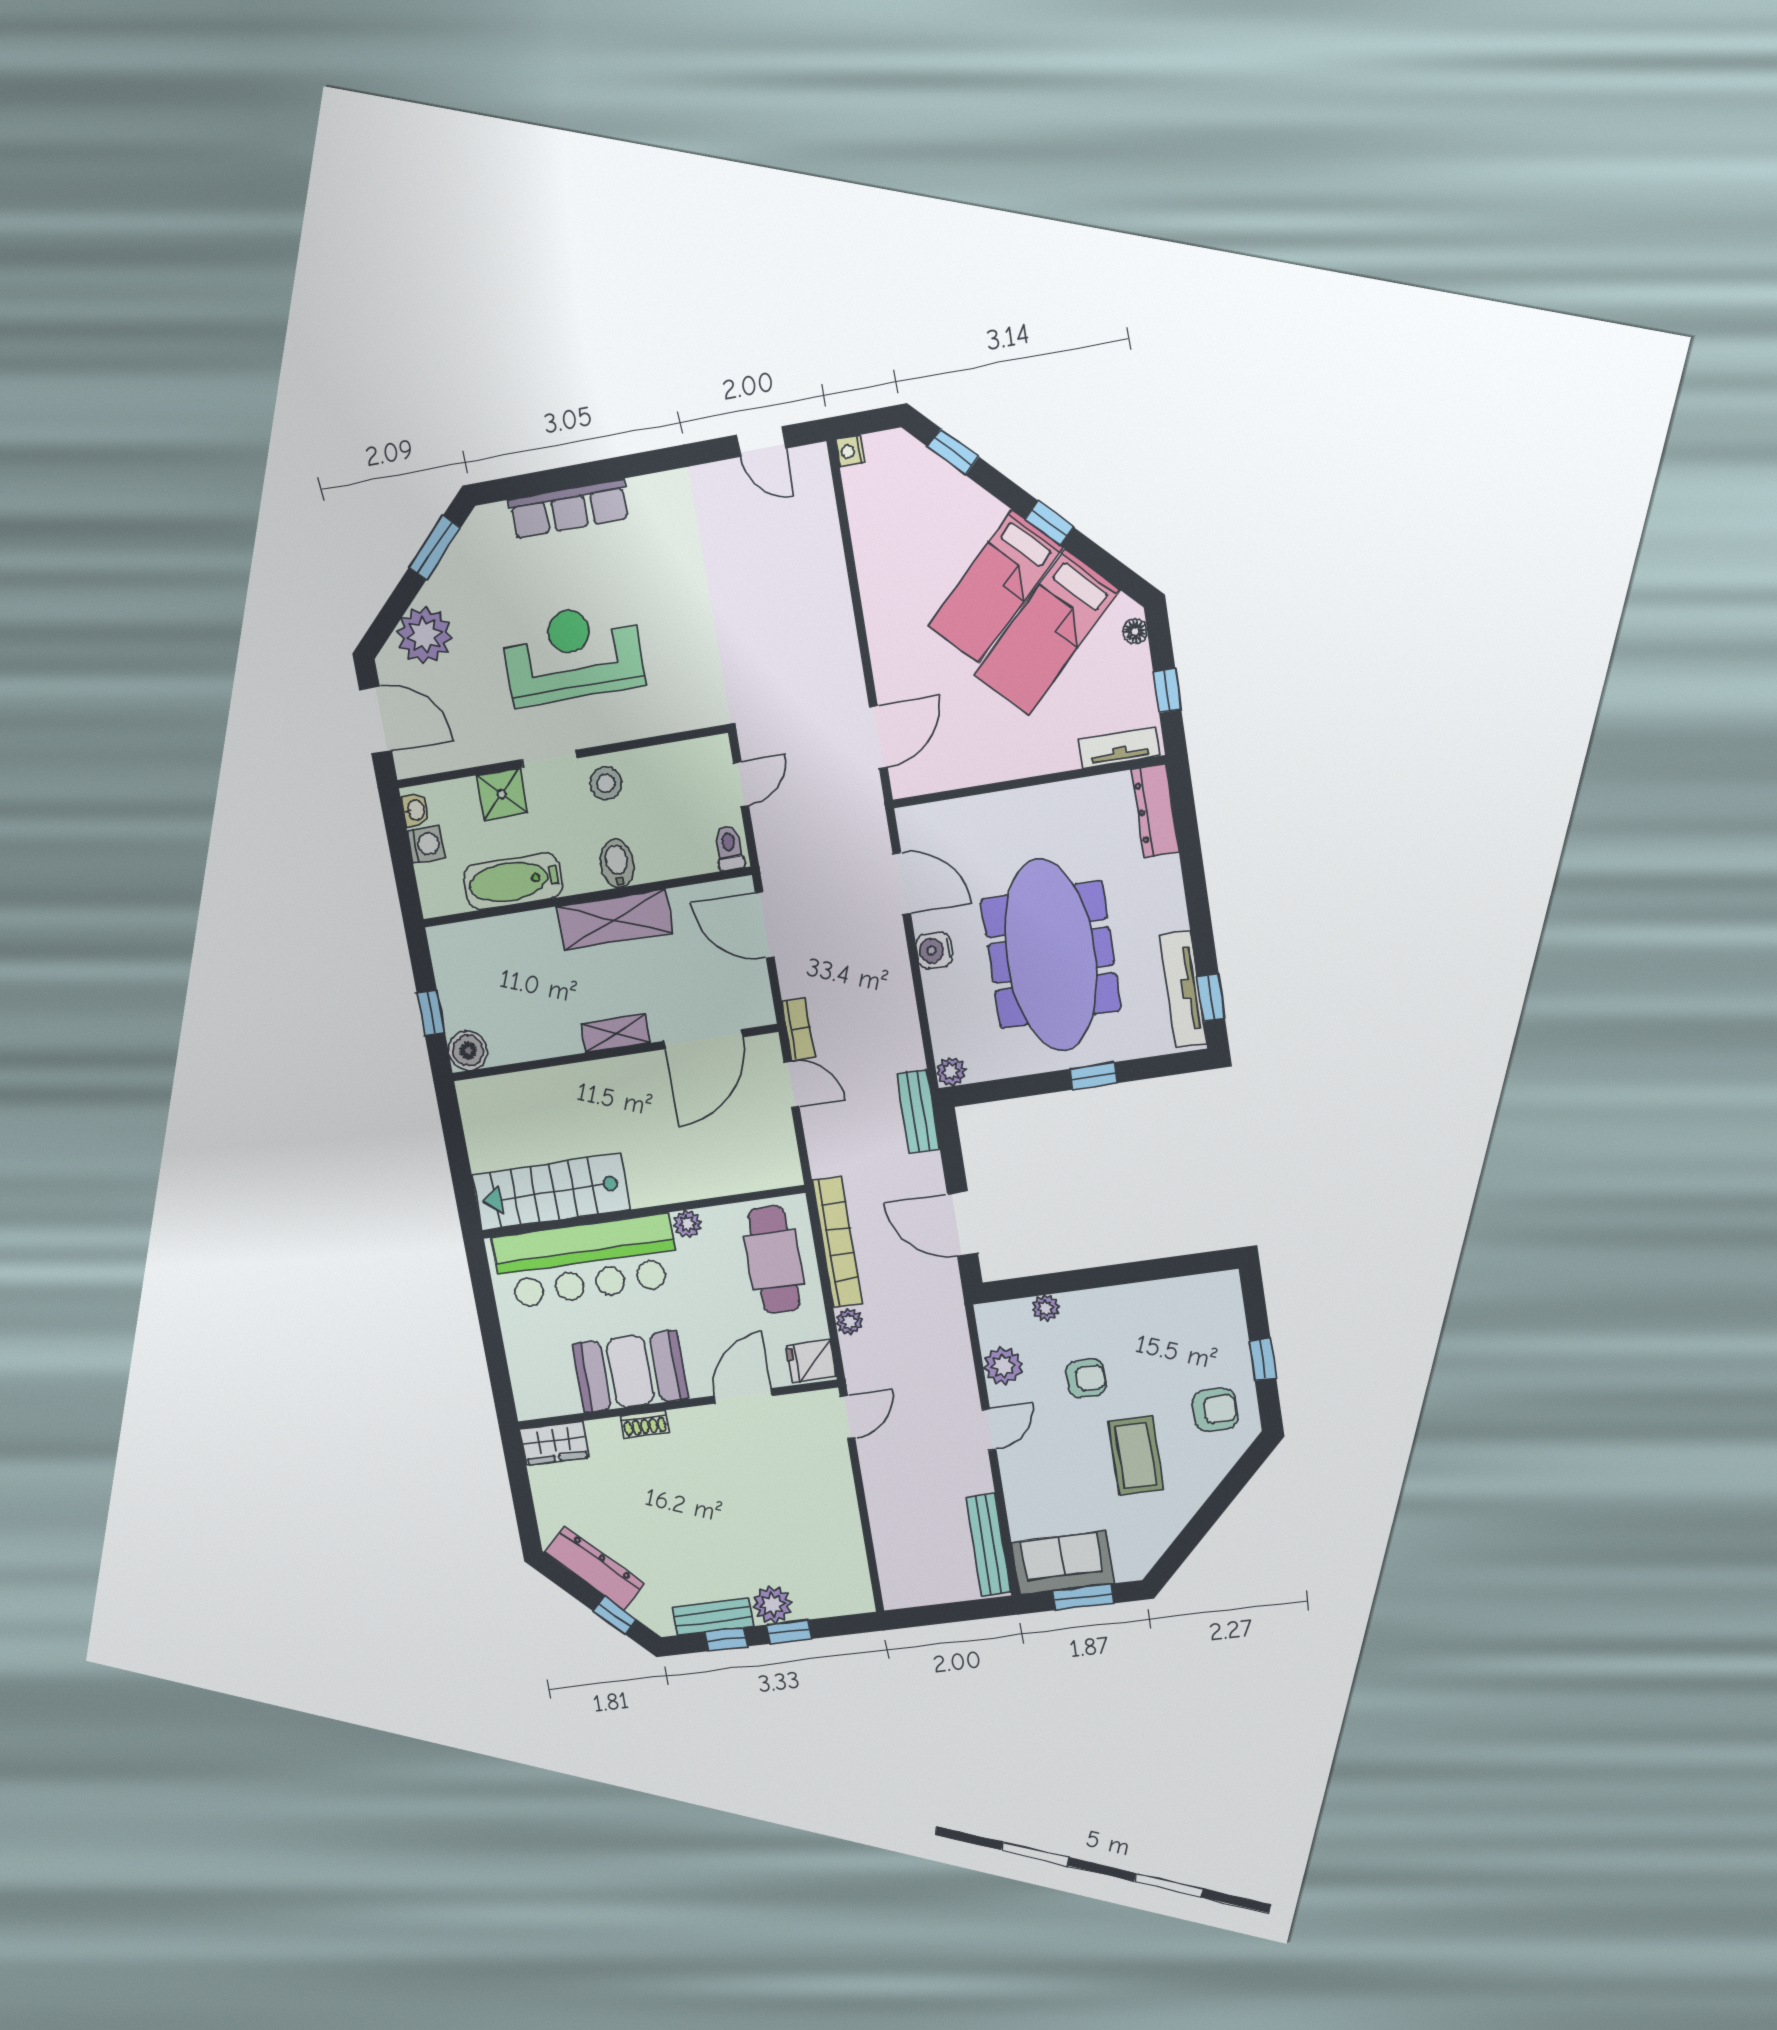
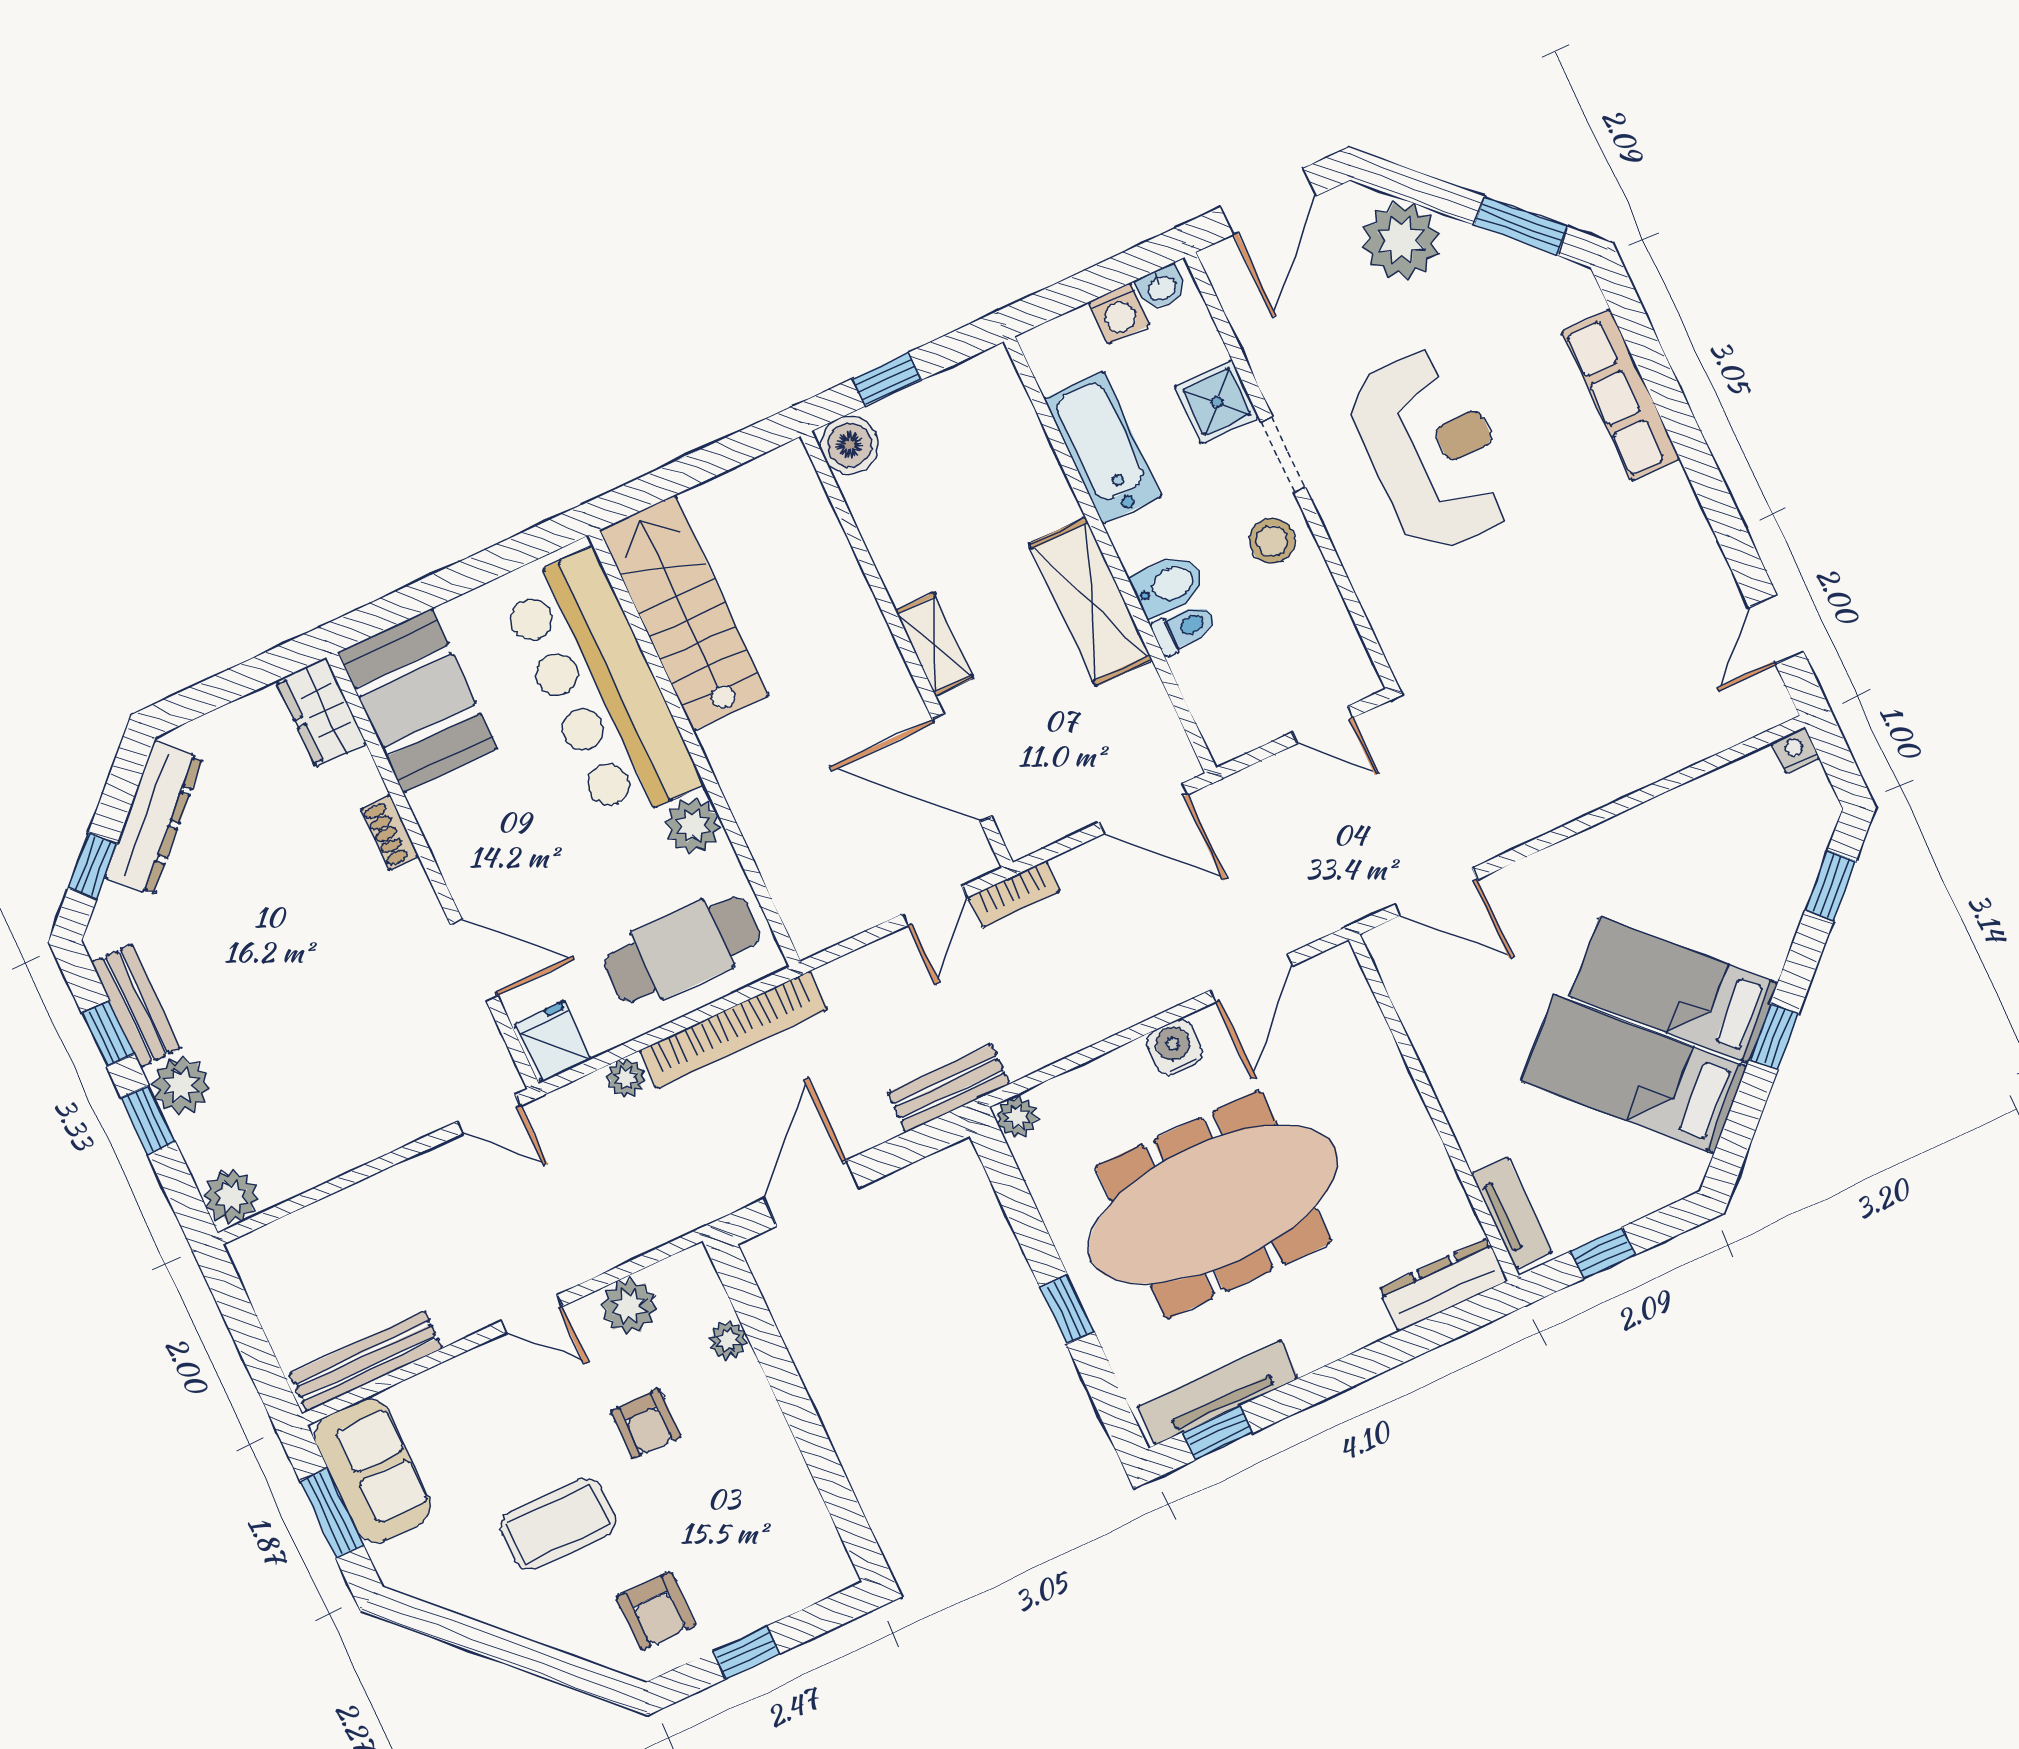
floor lamp: (1135, 631) -> (1667, 1189), removed
toilet: (729, 848) -> (1184, 628), moved
door: (765, 925) -> (1143, 809), swing flipped
plant: (687, 1224) -> (693, 826), width x1.38, depth x1.38
booth: (630, 1371) -> (417, 701), moved
plant: (855, 1596) -> (231, 1197), added

